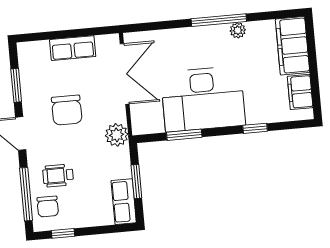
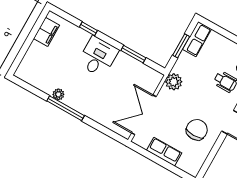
filing cabinet: (293, 46) -> (32, 63), removed
window: (16, 85) -> (213, 153), removed
desk: (203, 99) -> (98, 57), width x0.53, depth x0.77
chair: (67, 110) -> (197, 130), moved

